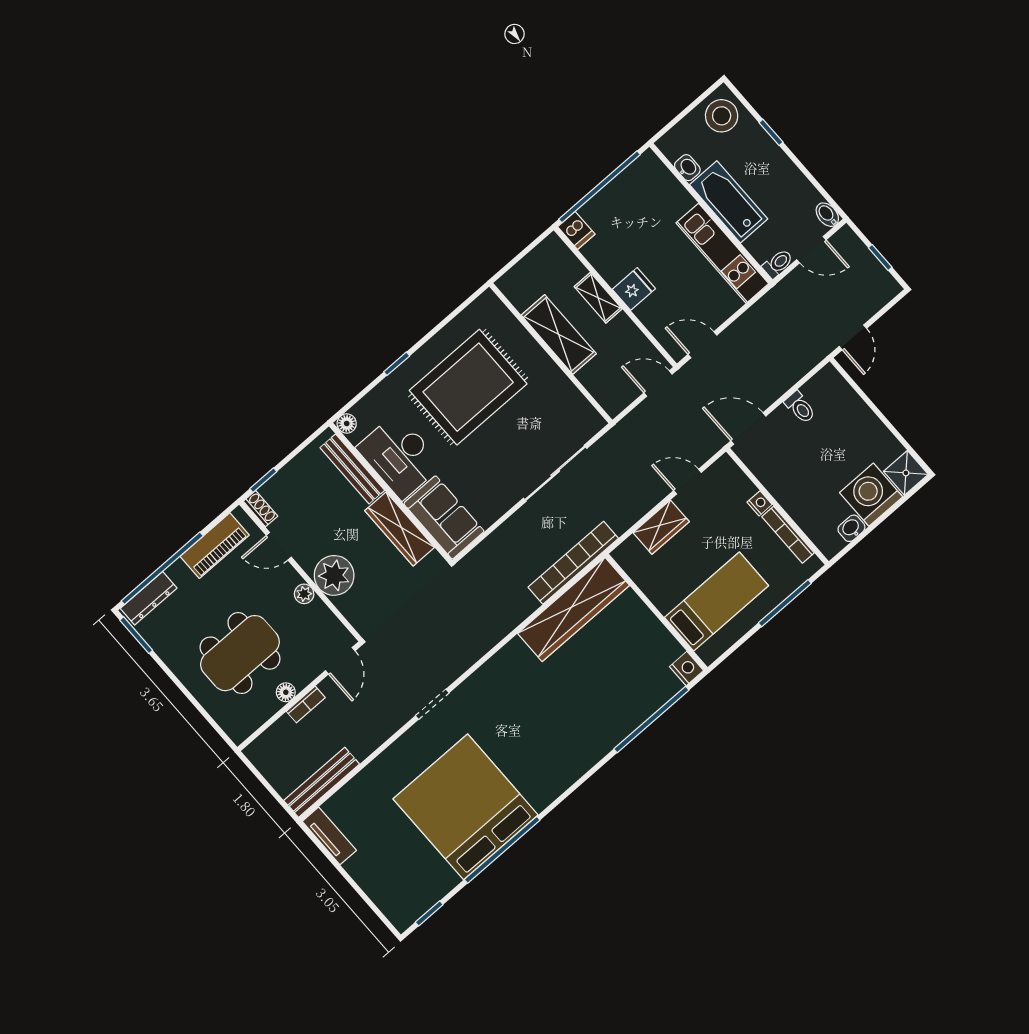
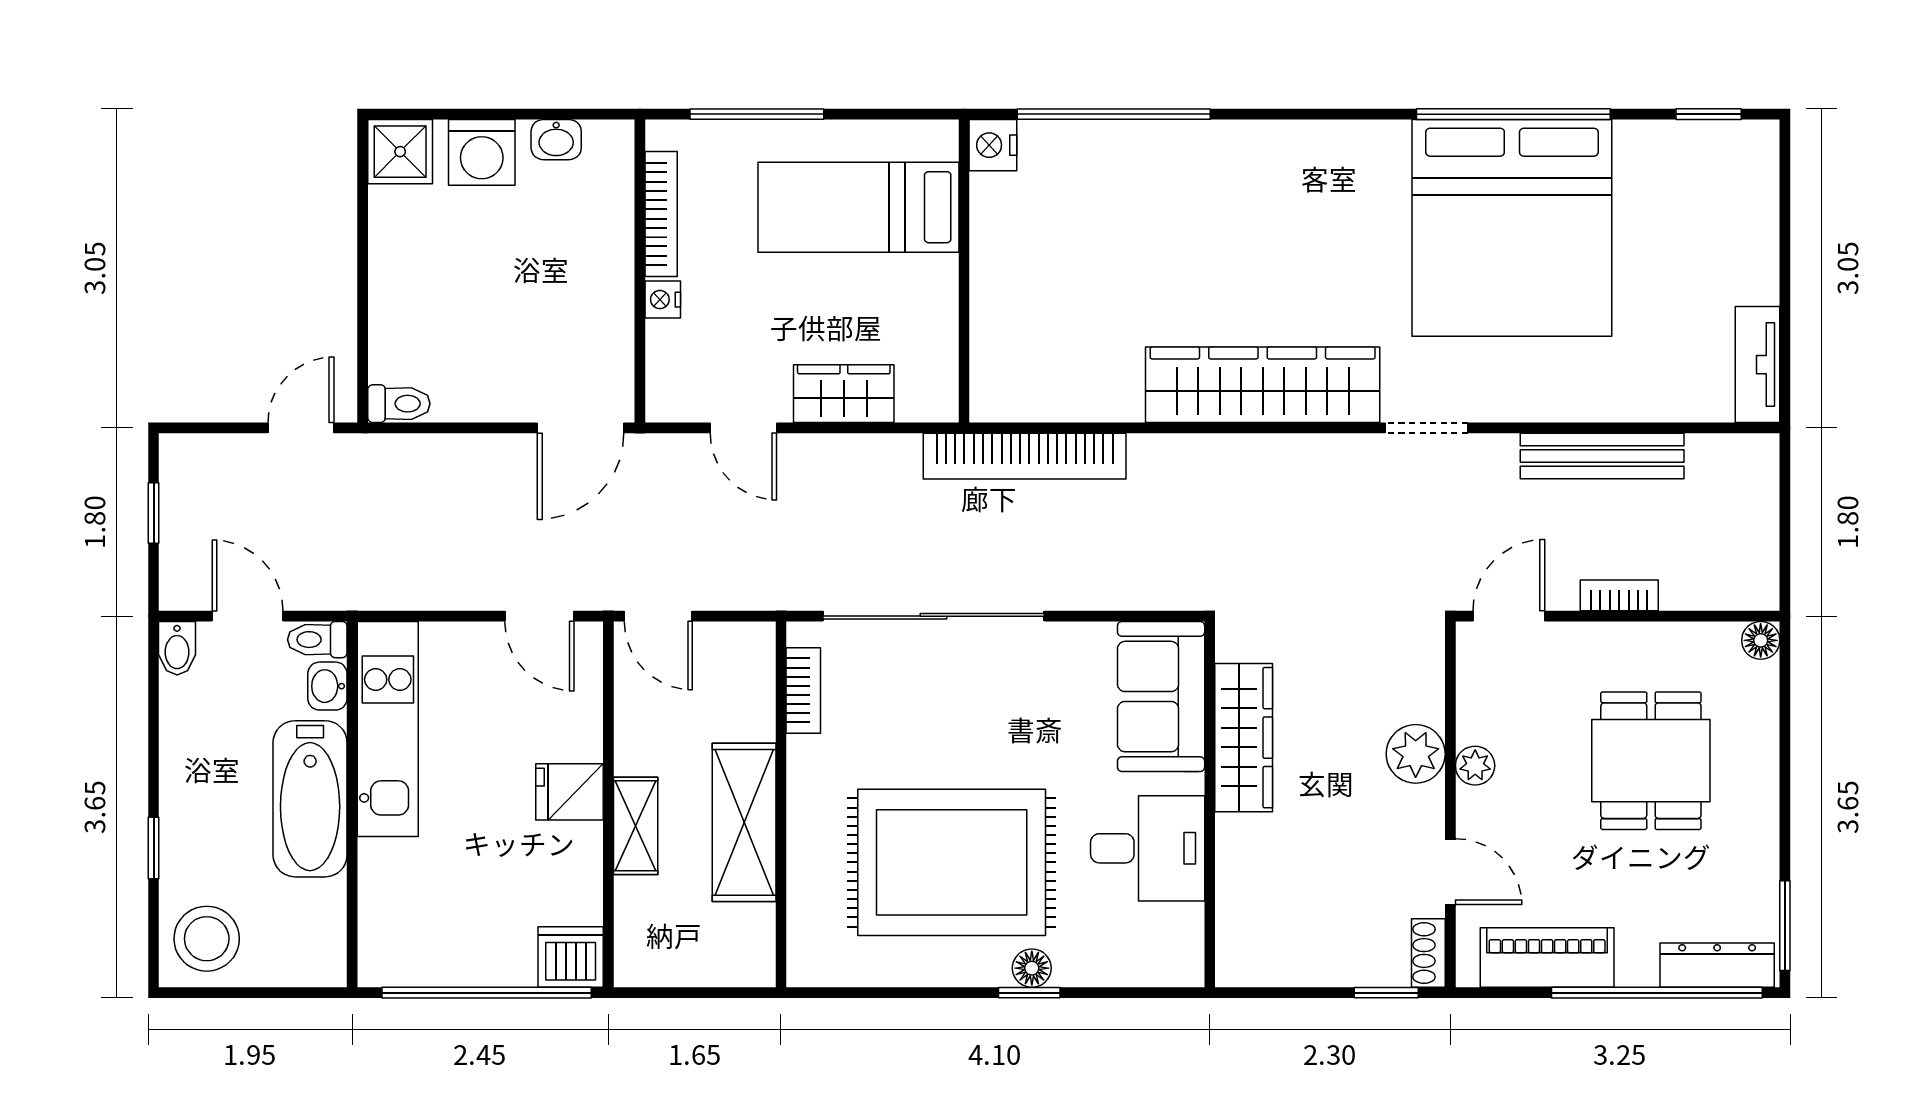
washbasin: (687, 168) -> (327, 686), moved
dishwasher: (576, 231) -> (571, 957), width x1.38
bookcase: (580, 403) -> (803, 690), added
toilet: (800, 407) -> (399, 404), moved, turned 90
floor lamp: (347, 424) -> (1032, 968), moved
door: (748, 429) -> (581, 428), hinge flipped
desk: (399, 456) -> (1148, 848), width x0.73
bench: (352, 469) -> (1236, 892), removed
sliding door: (555, 473) -> (934, 616), width x1.36
washing machine: (871, 495) -> (482, 152), width x0.73, depth x0.73
plant: (334, 575) -> (1416, 754), width x0.73, depth x0.73
wardrobe: (574, 609) -> (1263, 385), moved
dining table: (240, 653) -> (1651, 761), width x0.73
floor lamp: (286, 692) -> (1761, 640), moved
bench: (322, 782) -> (1602, 456), moved

